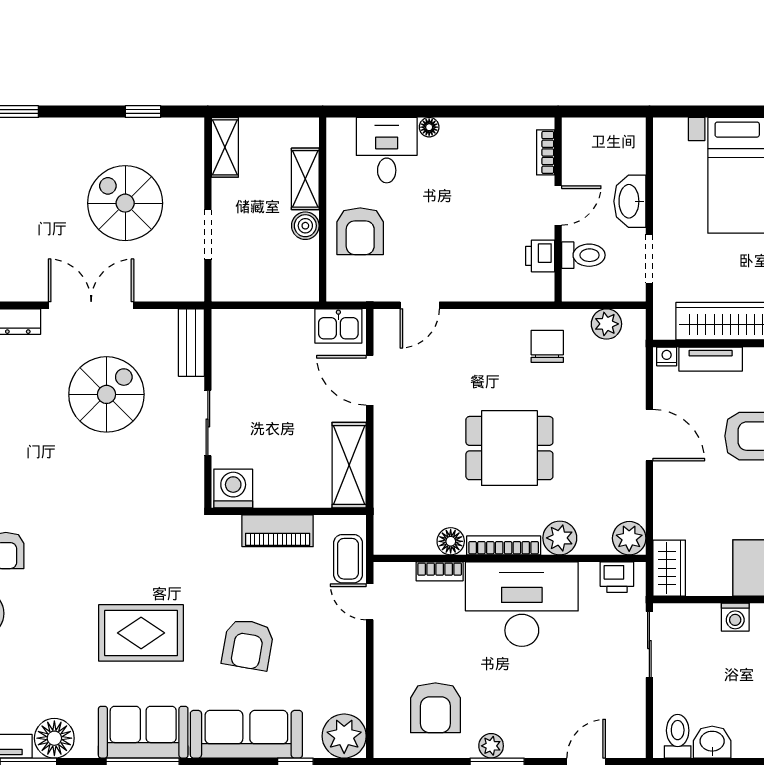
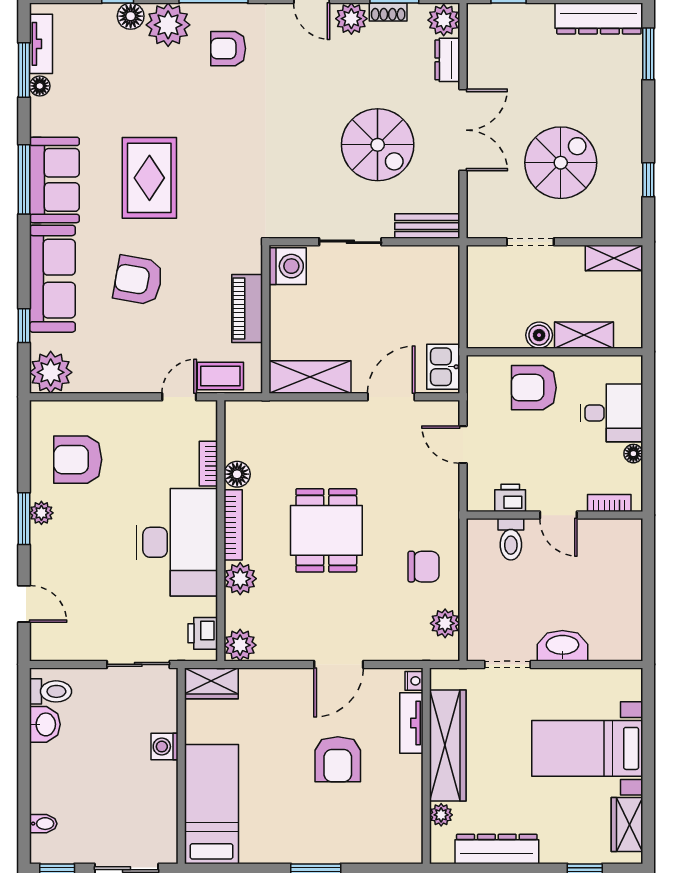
bookcase: (546, 152) -> (609, 503), moved
door: (558, 206) -> (558, 515), moved
wall: (558, 210) -> (555, 515), moved
toilet: (583, 255) -> (511, 539), moved
printer: (540, 256) -> (510, 498), moved
floor lamp: (54, 738) -> (40, 86), width x0.53, depth x0.53

